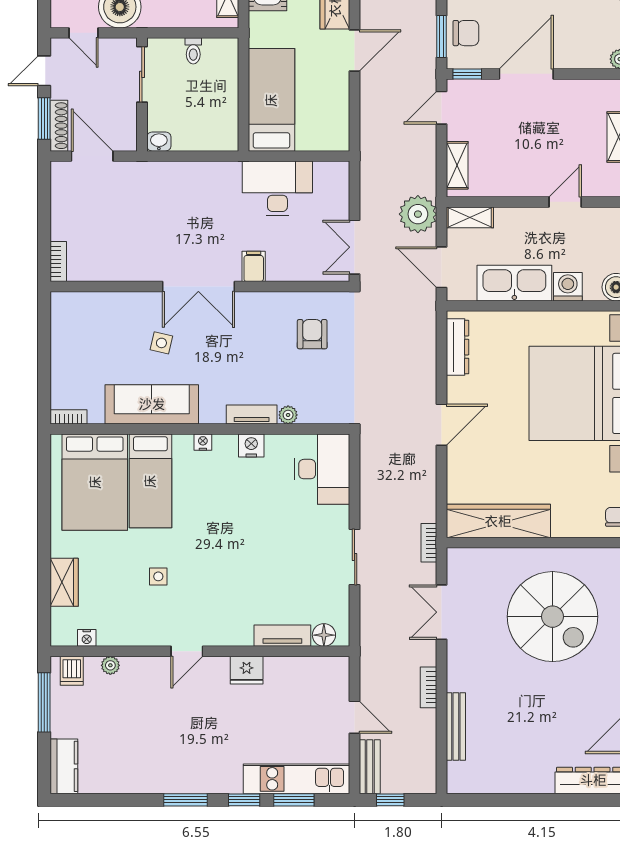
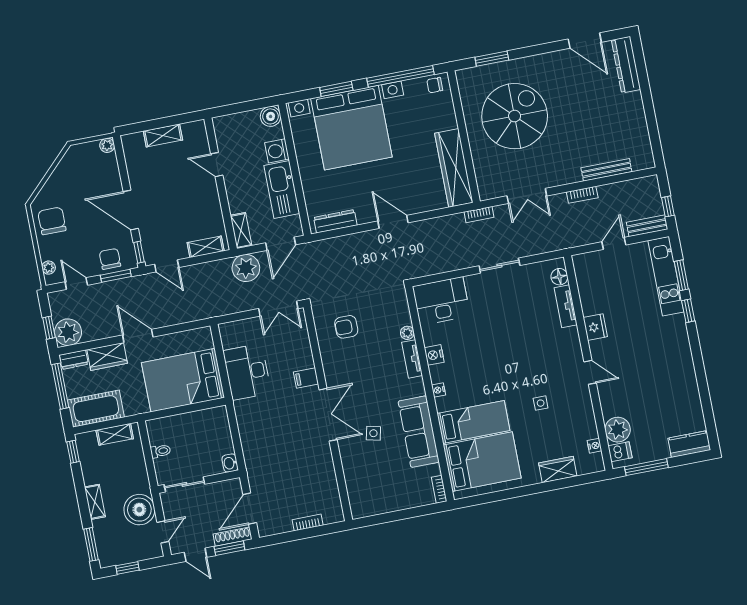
bed: (271, 100) -> (183, 380), width x1.50
bookcase: (58, 262) -> (308, 522), moved
plant: (110, 665) -> (618, 430), width x1.88, depth x1.88
window: (186, 800) -> (696, 353), removed

